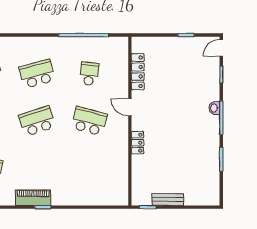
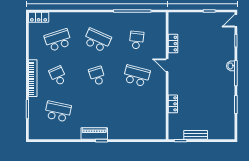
locker: (138, 72) -> (173, 44), width x0.66
school desk: (37, 74) -> (97, 40), turned 39
school desk: (37, 121) -> (97, 76), width x0.54
locker: (138, 143) -> (173, 104), moved

